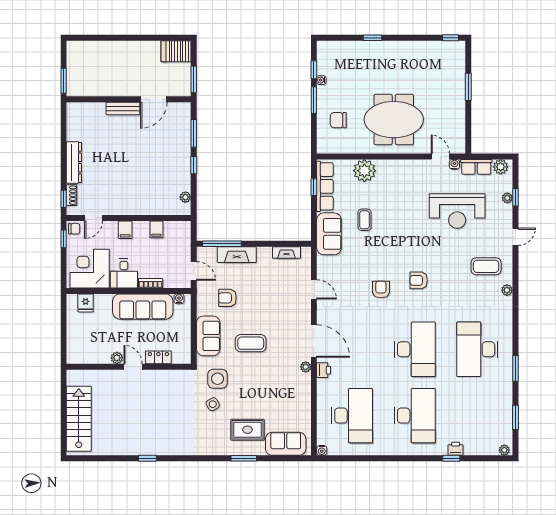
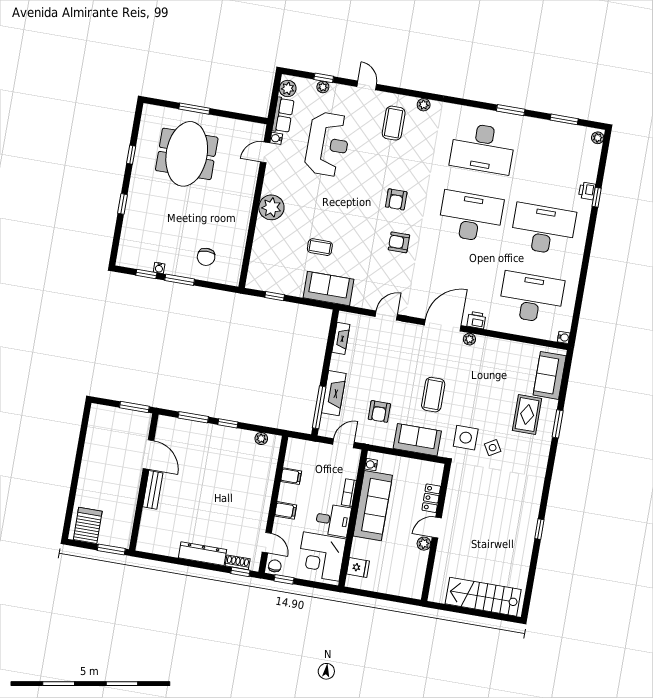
window: (450, 38) -> (131, 155), moved
server rack: (176, 51) -> (88, 525), moved, turned 180
meeting table: (394, 120) -> (187, 154), moved
plant: (364, 171) -> (271, 207), moved
row of seats: (325, 186) -> (276, 284), removed

